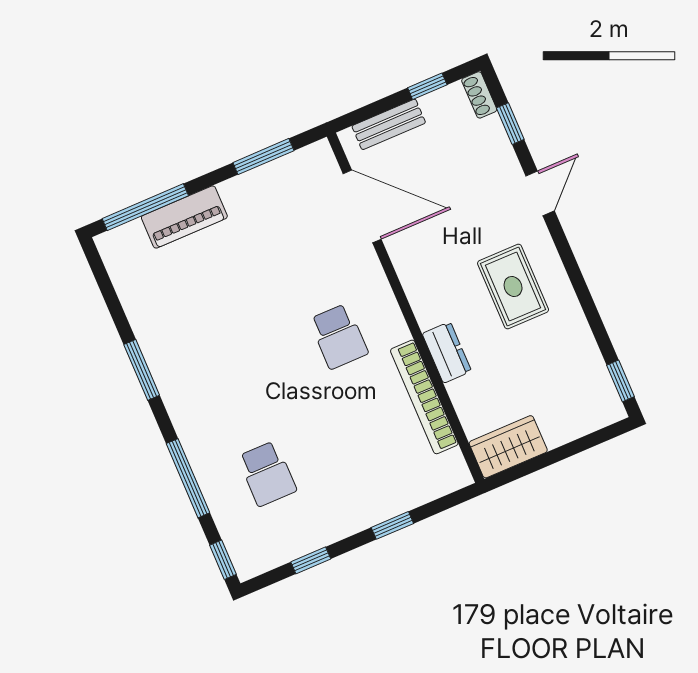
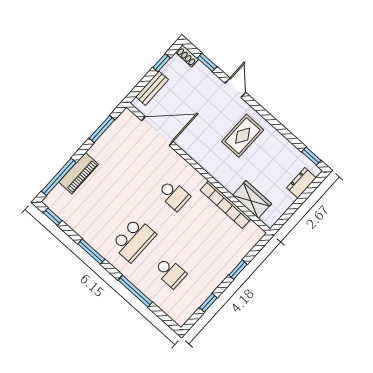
rug: (513, 286) -> (243, 136), turned 90
dresser: (447, 352) -> (301, 183), moved, turned -90
school desk: (228, 384) -> (134, 240), added
wardrobe: (508, 447) -> (252, 200), moved, turned 90
window: (223, 560) -> (53, 217), moved

